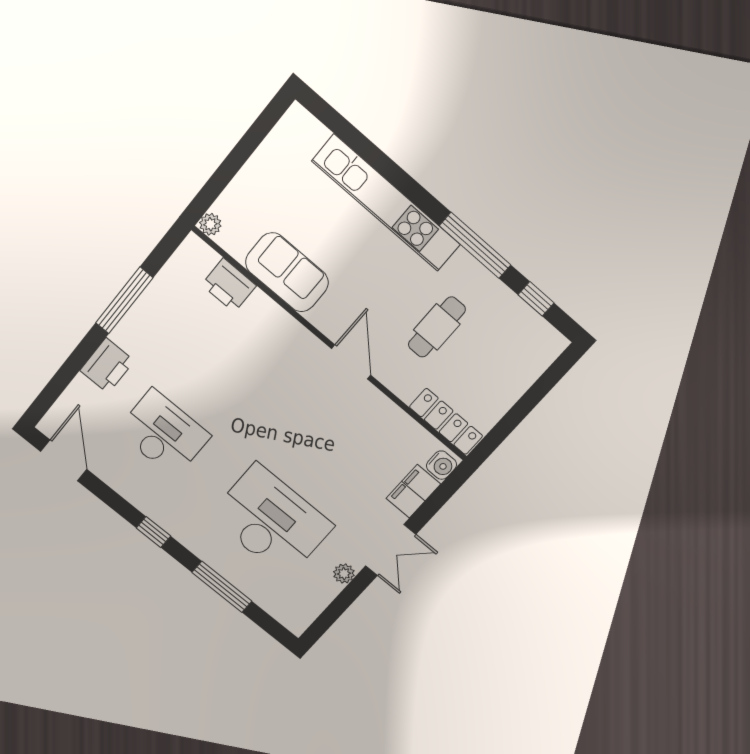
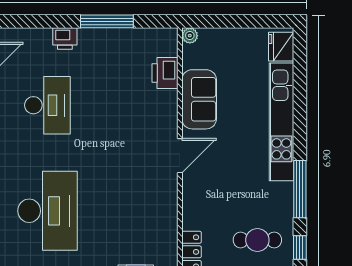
fridge: (305, 132) -> (281, 47), added
cafe table: (437, 327) -> (257, 240), moved
door: (351, 362) -> (180, 156), moved
printer: (107, 366) -> (65, 39), width x0.73, depth x0.81

